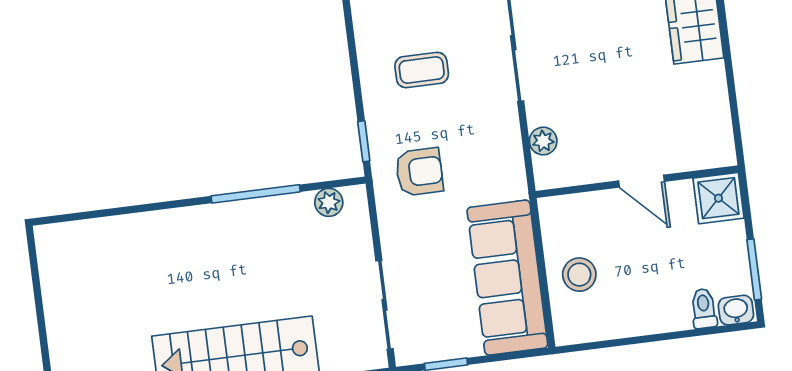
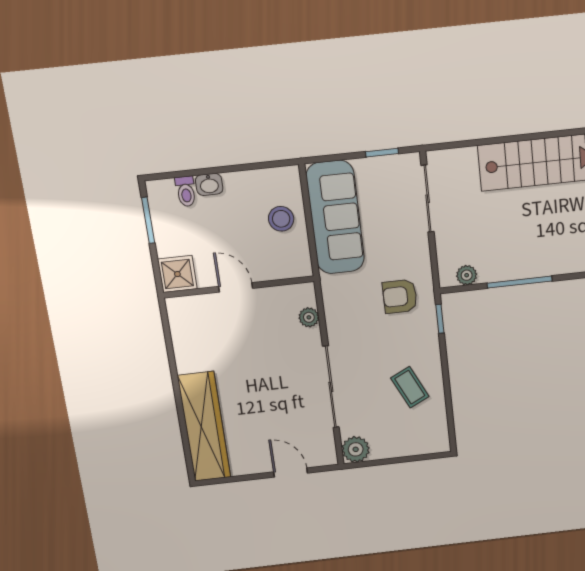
coffee table: (422, 70) -> (410, 387), moved, turned 64
washbasin: (736, 310) -> (209, 184), moved

